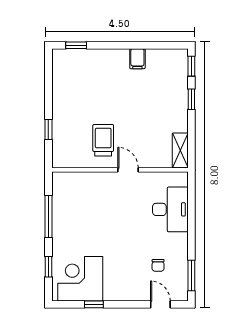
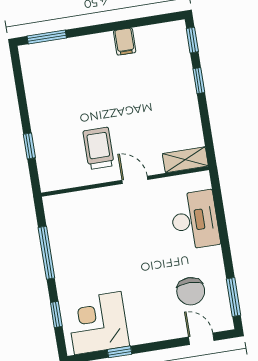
window: (76, 45) -> (47, 37), width x1.50
shelving: (180, 150) -> (185, 160), moved, turned 90
chair: (158, 265) -> (191, 291), width x1.87, depth x1.87

